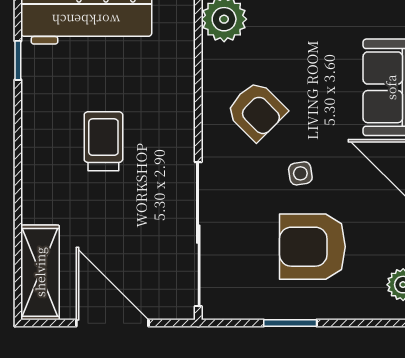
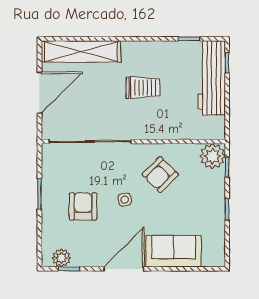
armchair: (312, 247) -> (83, 206), width x0.73, depth x0.73
shelving: (40, 272) -> (81, 51), width x1.47

